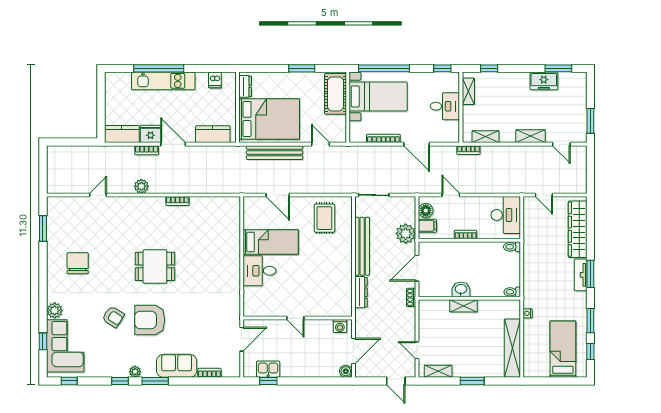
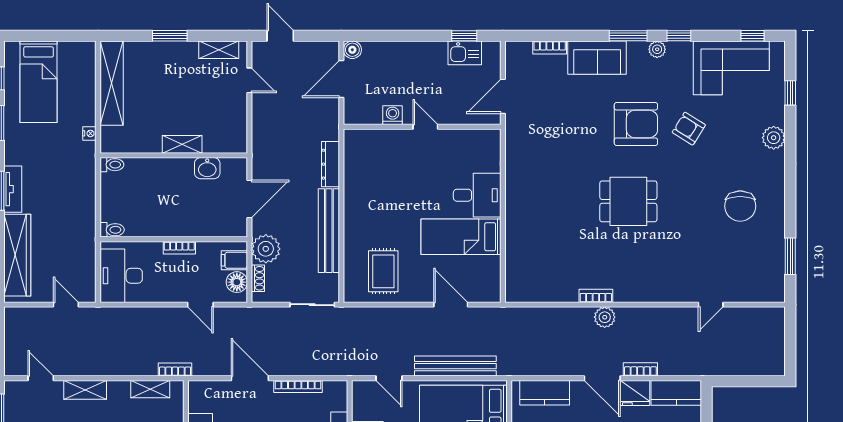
plant: (141, 186) -> (605, 317), moved
washbasin: (461, 289) -> (207, 168), moved
shoe rack: (411, 297) -> (258, 278), moved
washing machine: (340, 326) -> (393, 115), moved
corner sofa: (65, 346) -> (731, 68), moved, turned -90

